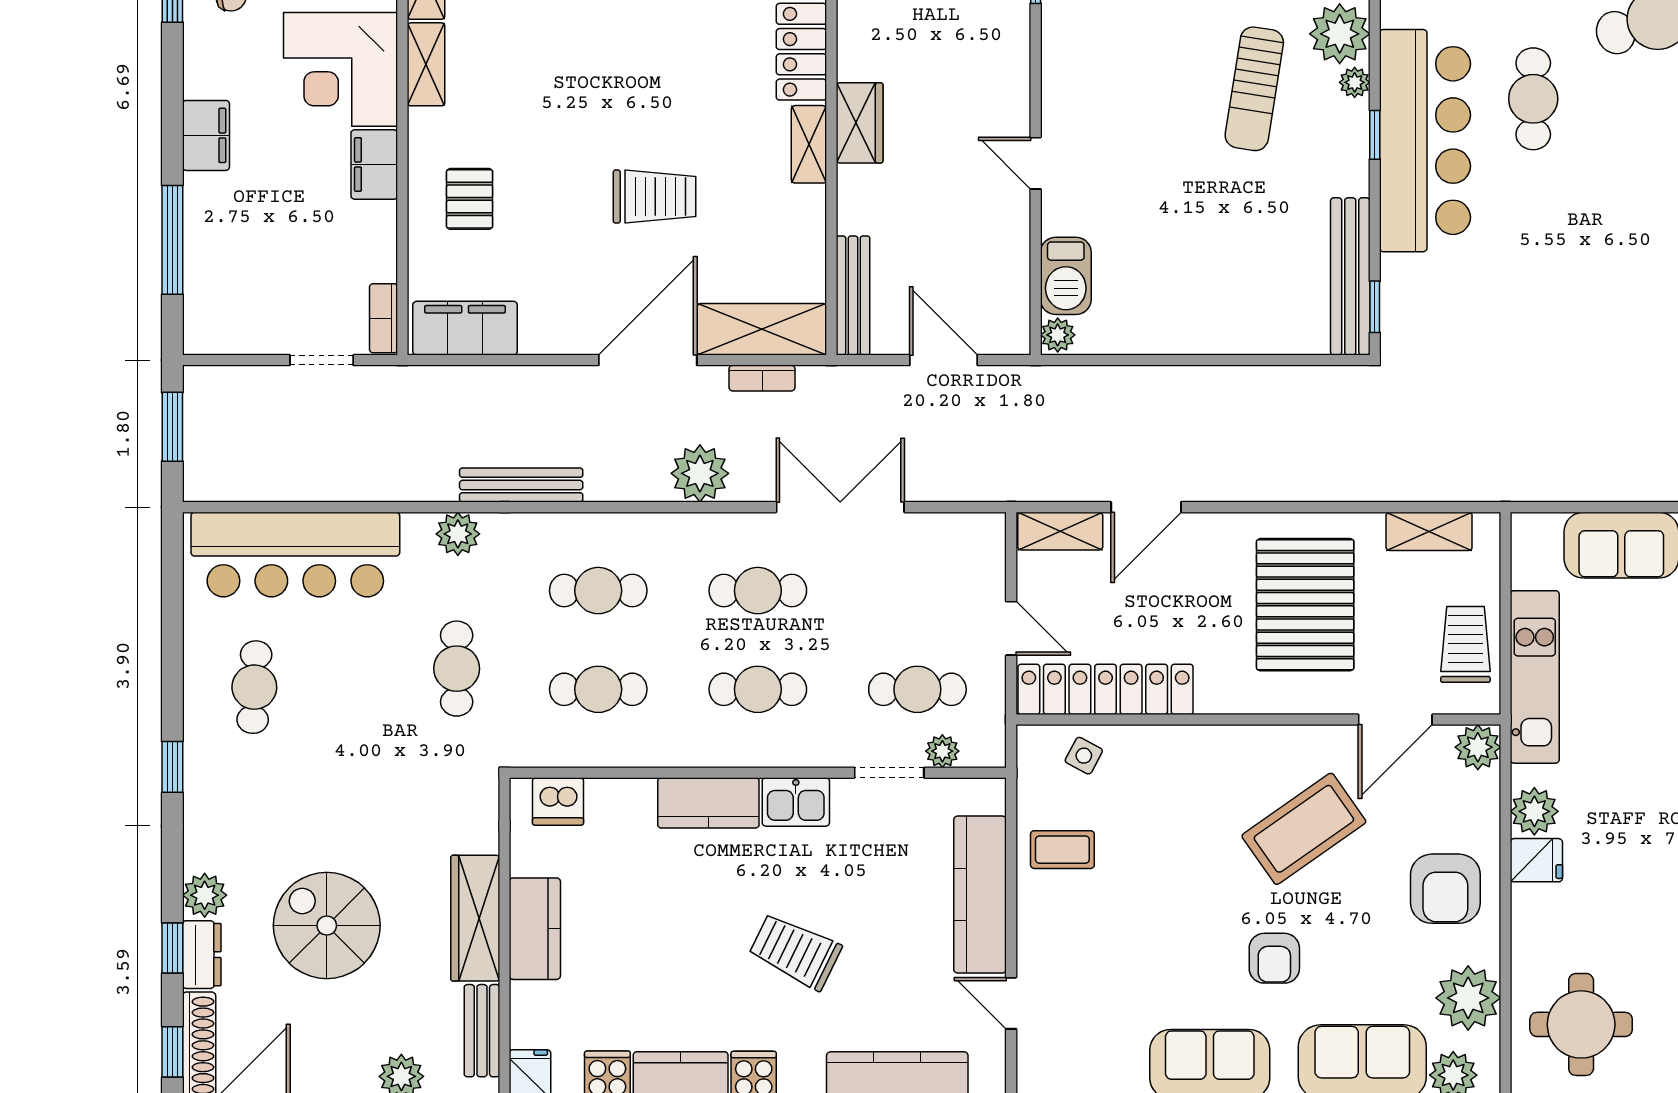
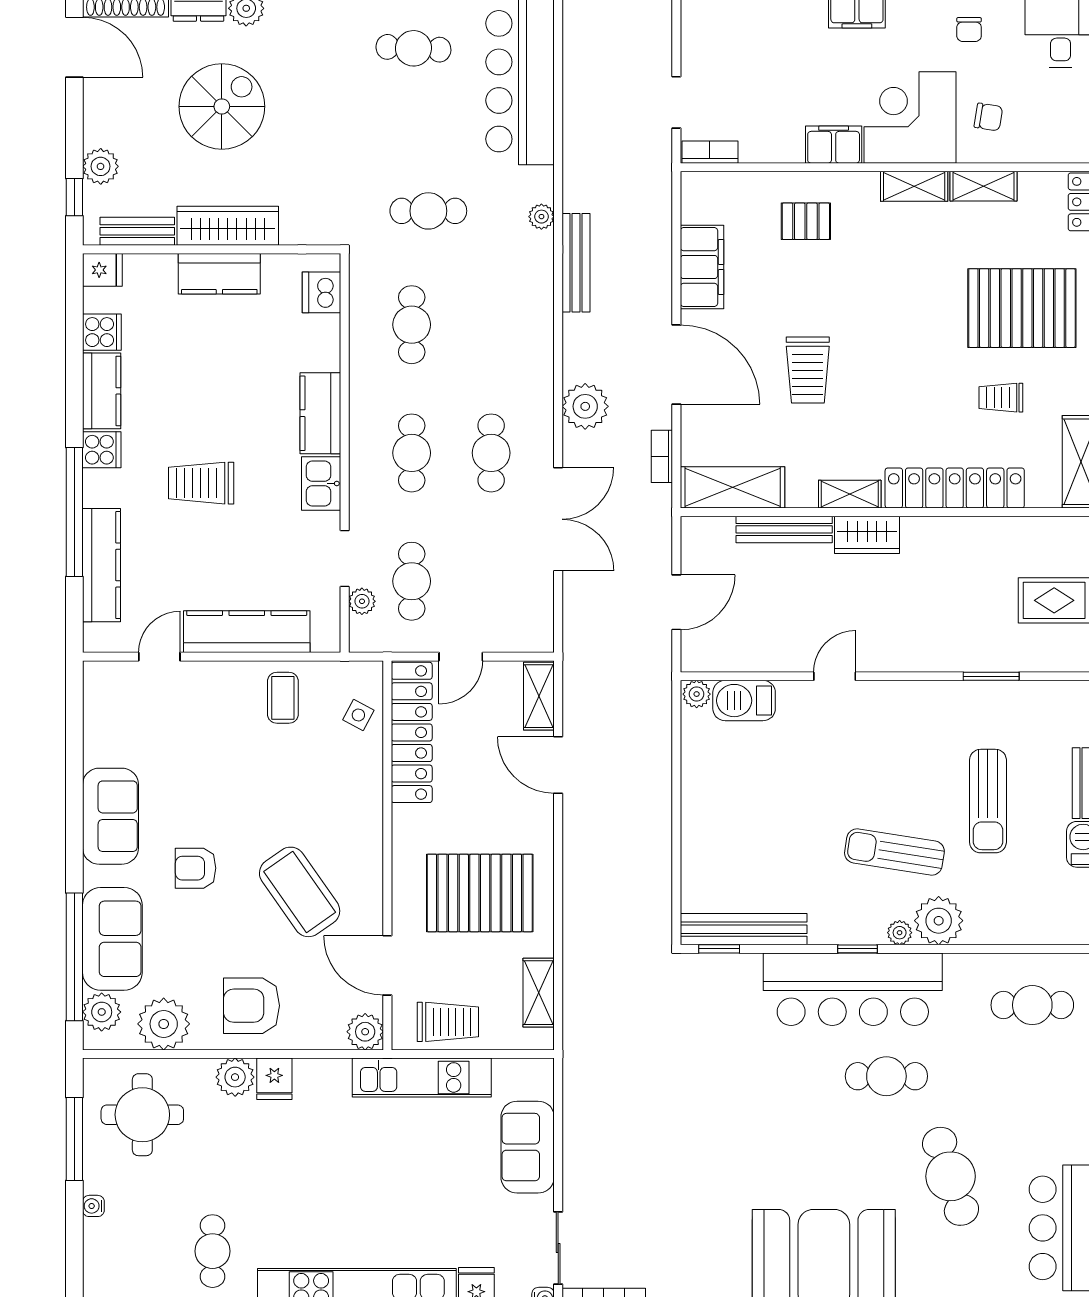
bench: (853, 295) -> (784, 529), moved
filing cabinet: (465, 328) -> (702, 267), moved
shelving: (762, 329) -> (733, 487), moved, turned 90
plant: (458, 534) -> (541, 217), width x0.73, depth x0.73
cafe table: (598, 591) -> (491, 325), removed
plant: (1534, 811) -> (235, 1077), moved
trolley: (795, 951) -> (201, 483), turned -116

